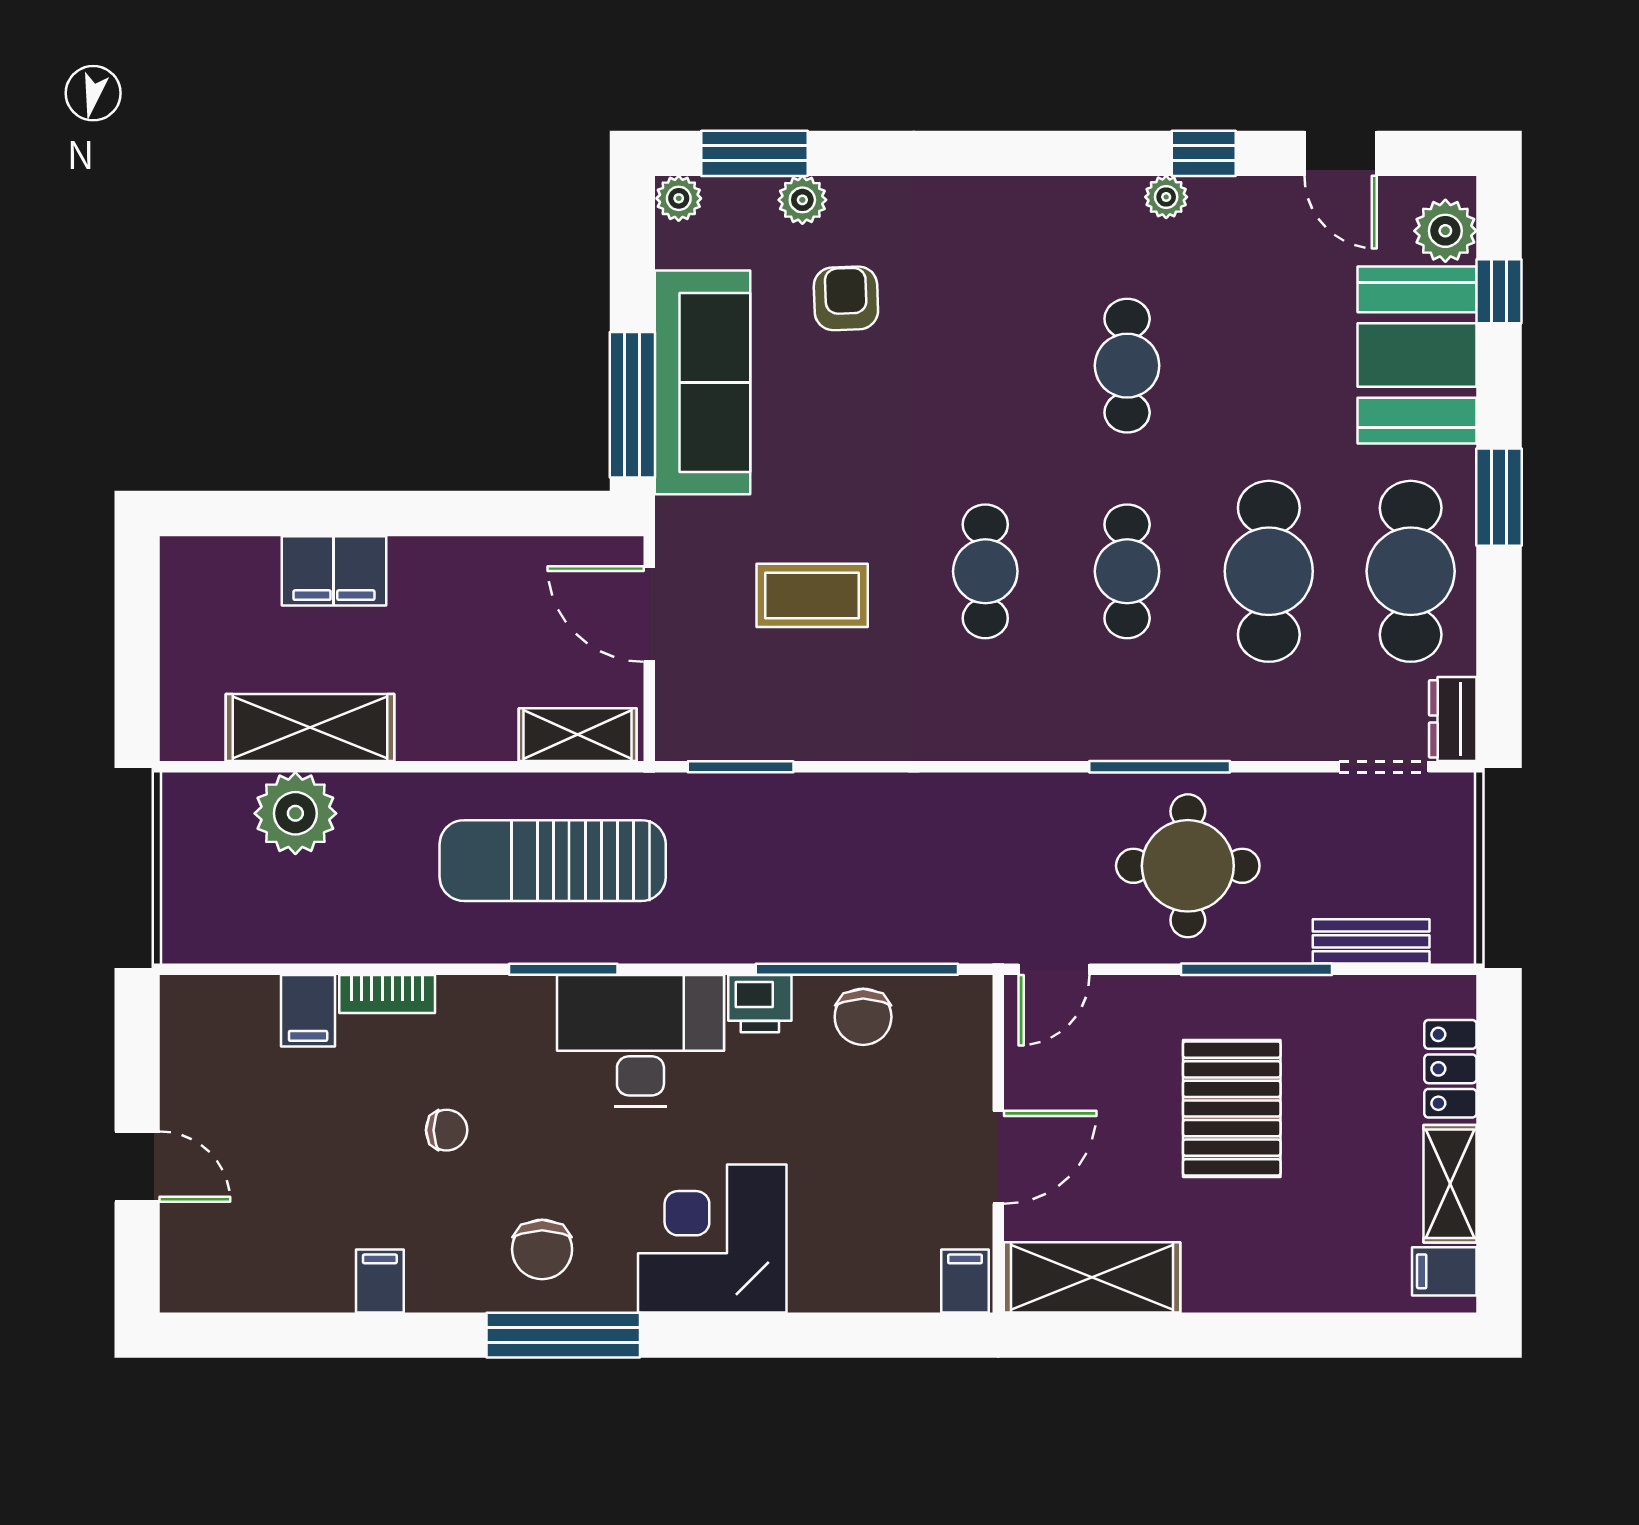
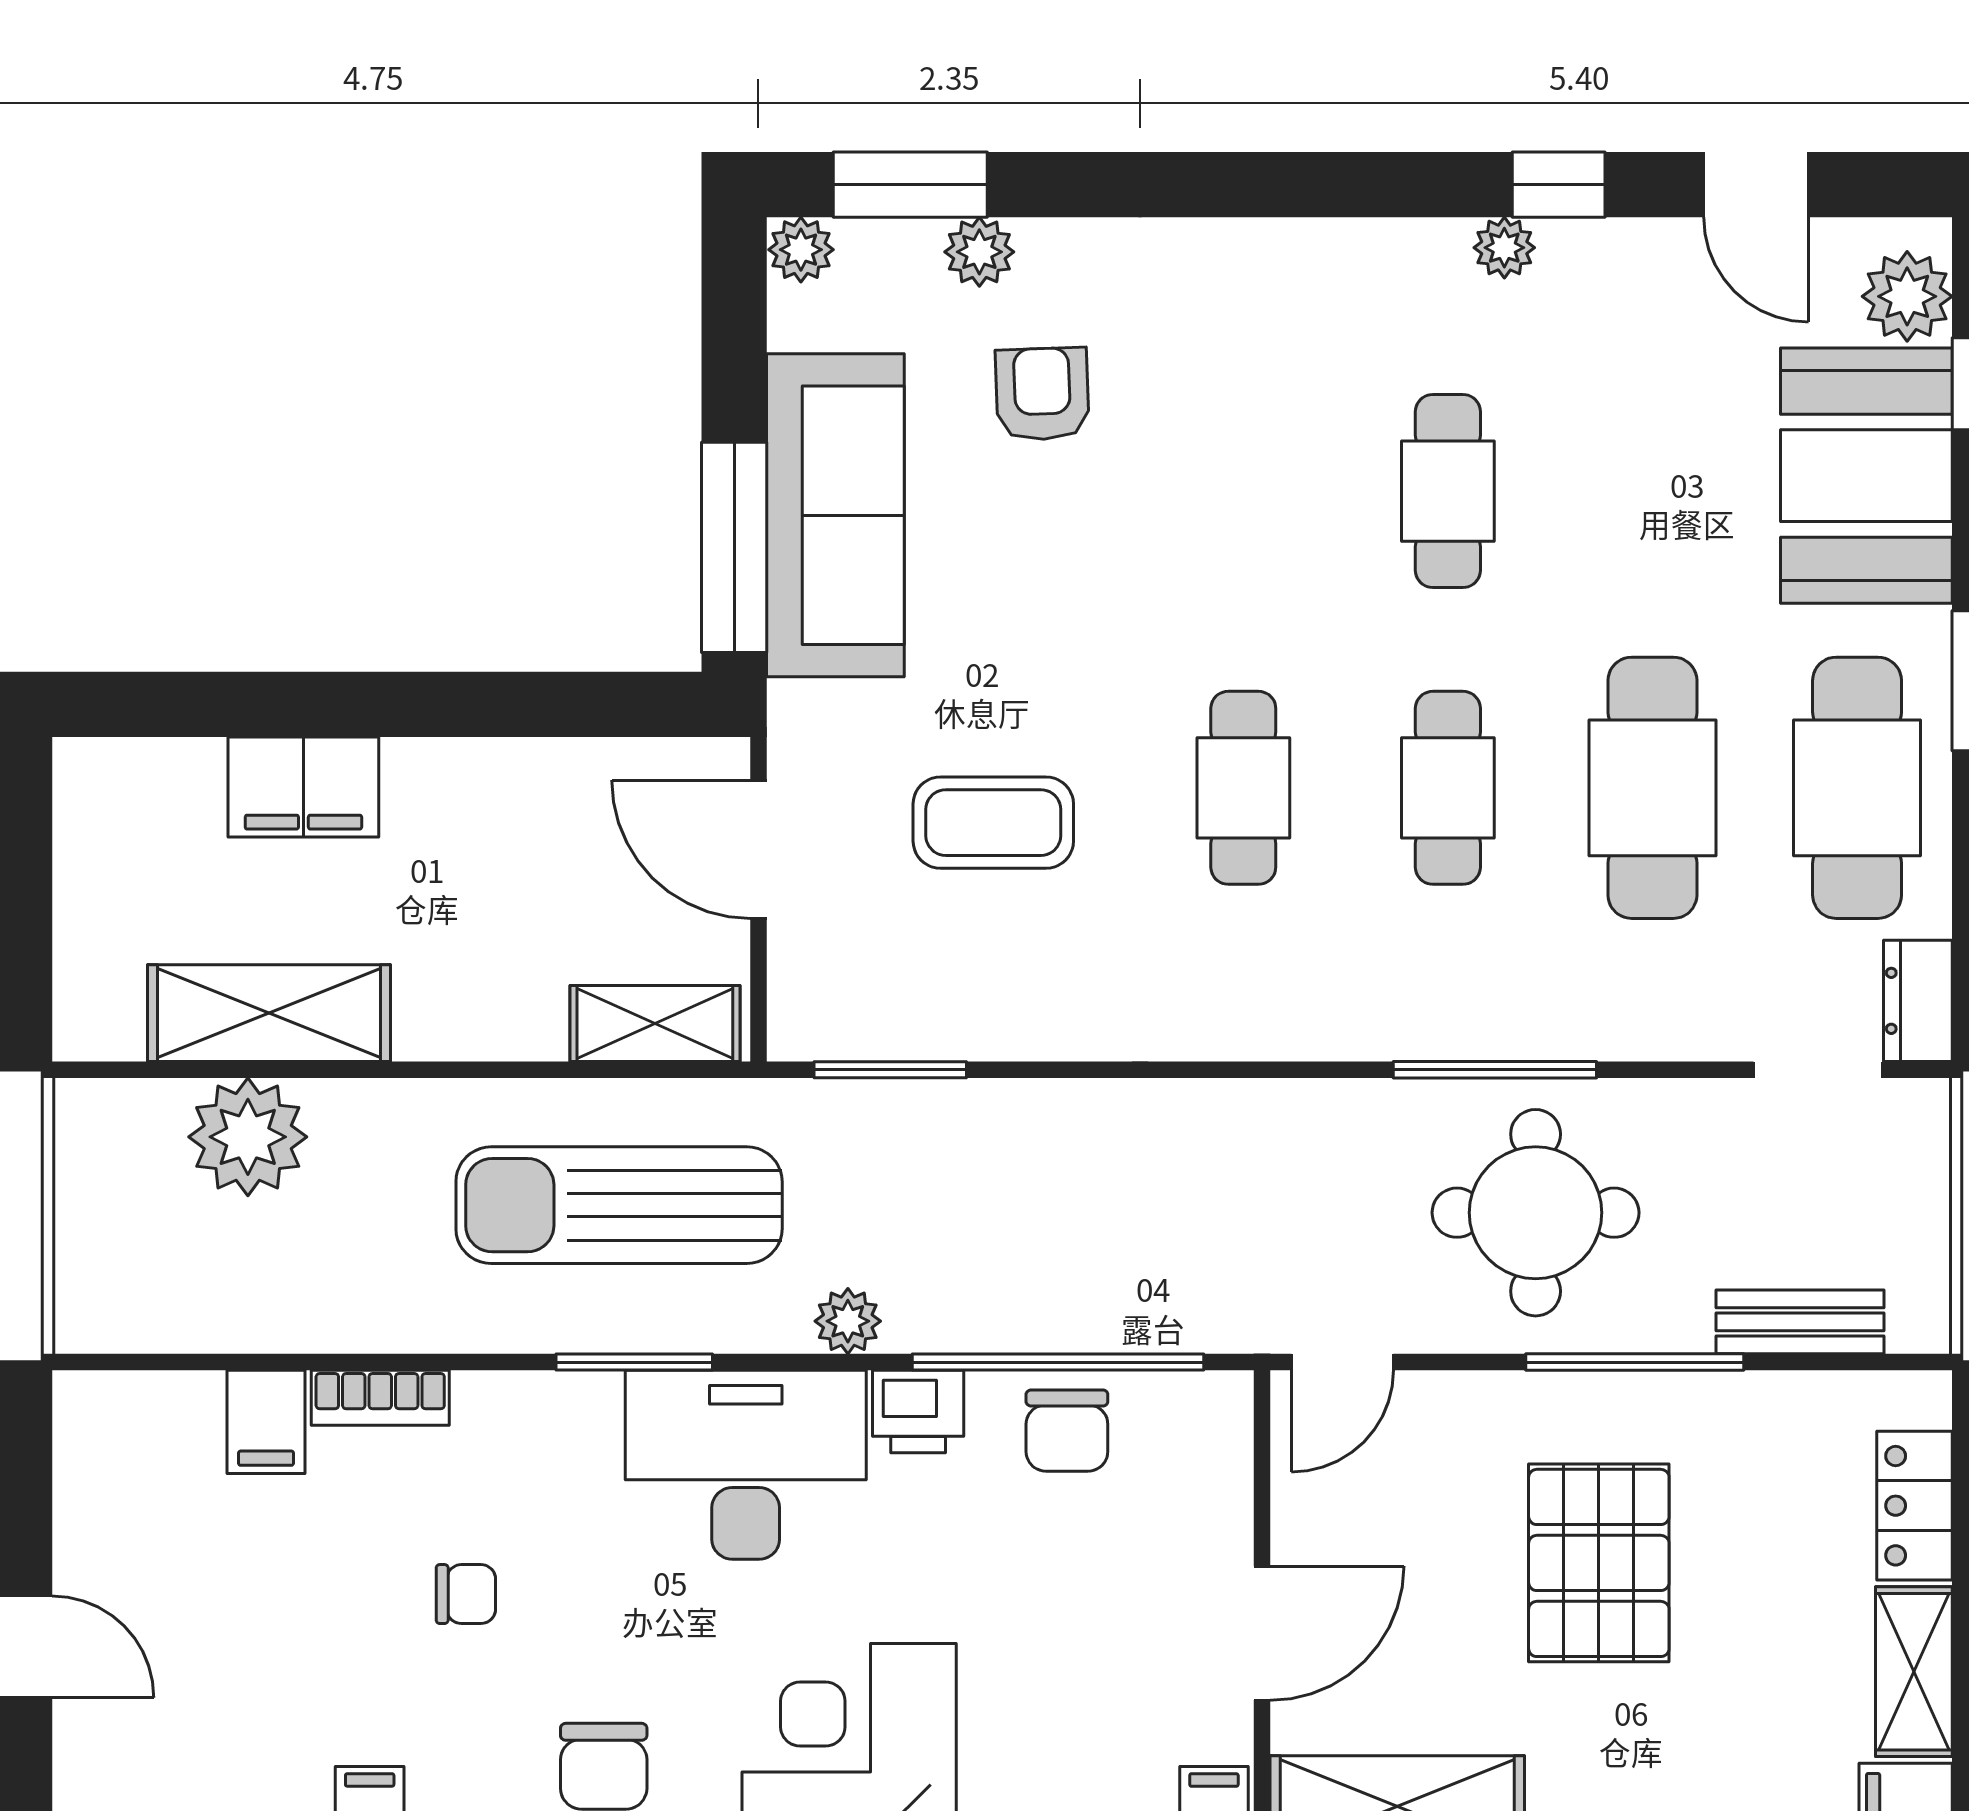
plant: (711, 941) -> (848, 1321), added

